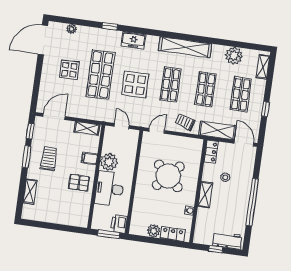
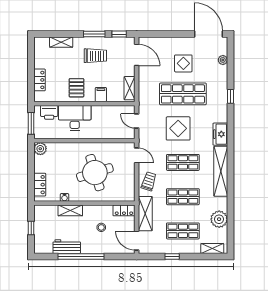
freezer: (134, 40) -> (220, 134), moved
door: (122, 126) -> (137, 121), swing flipped
door: (244, 143) -> (137, 241), swing flipped
plant: (109, 162) -> (100, 114), removed
round table: (168, 176) -> (95, 173), turned 30
shelving: (205, 195) -> (70, 210), moved
locker: (66, 219) -> (40, 80), added
printer: (119, 224) -> (49, 112), moved, turned 180
plant: (154, 231) -> (40, 149), moved
workbench: (227, 240) -> (67, 247), moved, turned -90

